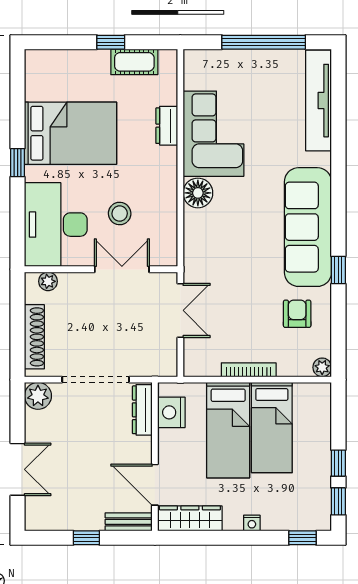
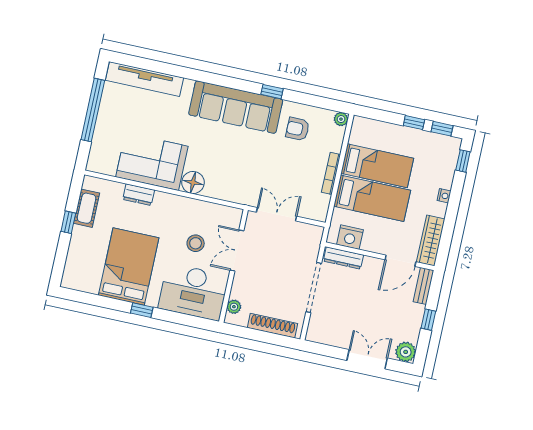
plant: (38, 396) -> (406, 352), moved

